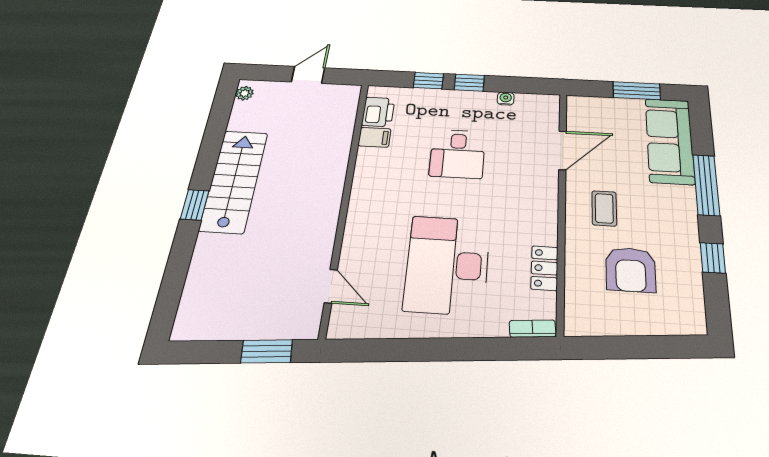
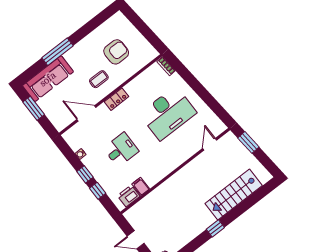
stairs: (234, 181) -> (234, 195), moved
window: (195, 205) -> (215, 228), moved
window: (713, 258) -> (88, 29), removed
locker: (544, 268) -> (116, 99), moved

